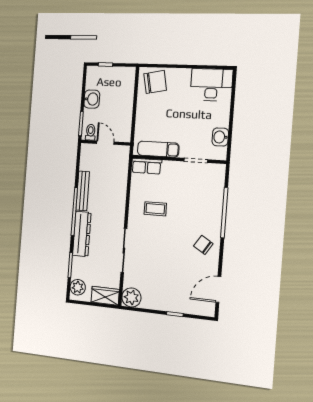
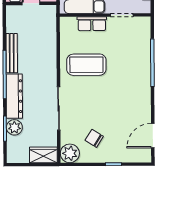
row of seats: (146, 166) -> (92, 24), moved
coffee table: (155, 209) -> (86, 65), width x1.86, depth x1.72
chair: (203, 245) -> (94, 138), moved
plant: (78, 287) -> (14, 127), moved

